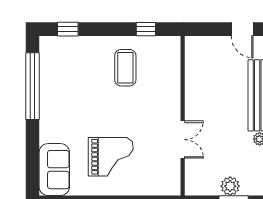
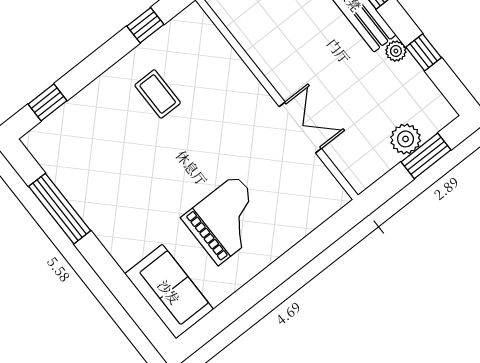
coffee table: (125, 68) -> (158, 94), width x0.73, depth x0.77
window: (33, 86) -> (60, 209), width x0.68

